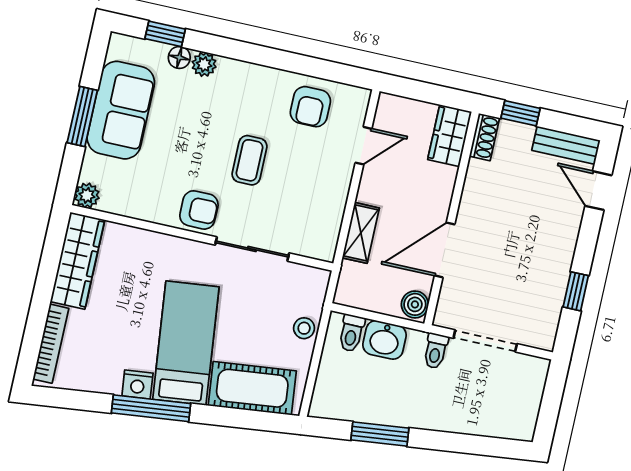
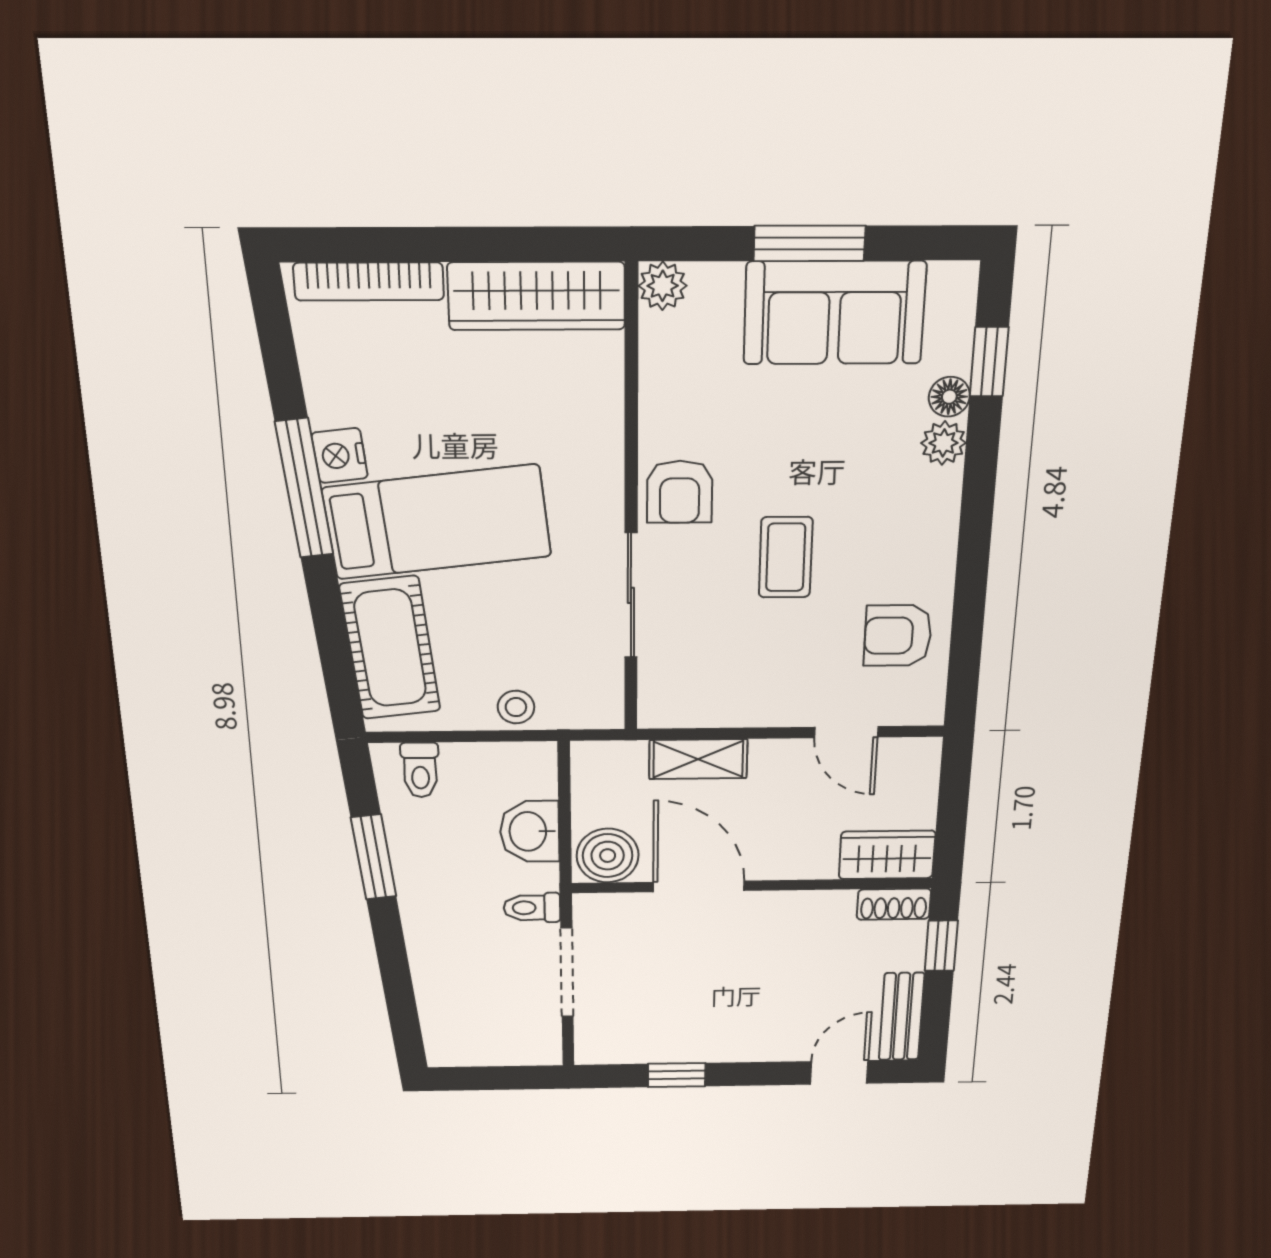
coffee table: (249, 160) -> (786, 557), turned 90
boiler: (415, 304) -> (608, 856), width x1.36, depth x1.36
toilet: (351, 333) -> (420, 770), moved, turned -90

